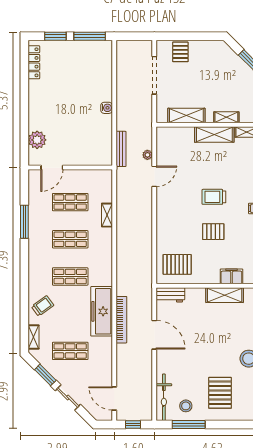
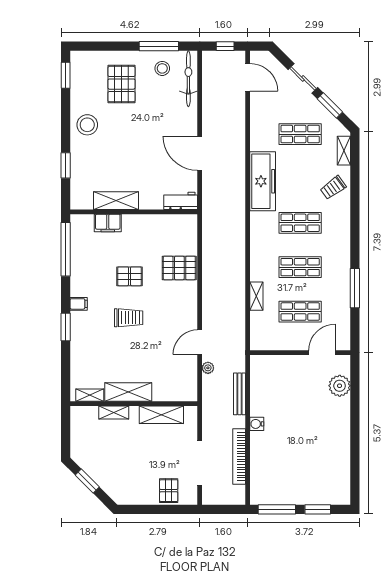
locker: (34, 62) -> (343, 478), removed
bench: (121, 149) -> (240, 394), moved
pallet: (177, 264) -> (179, 268), moved
bookcase: (121, 320) -> (239, 456), moved

